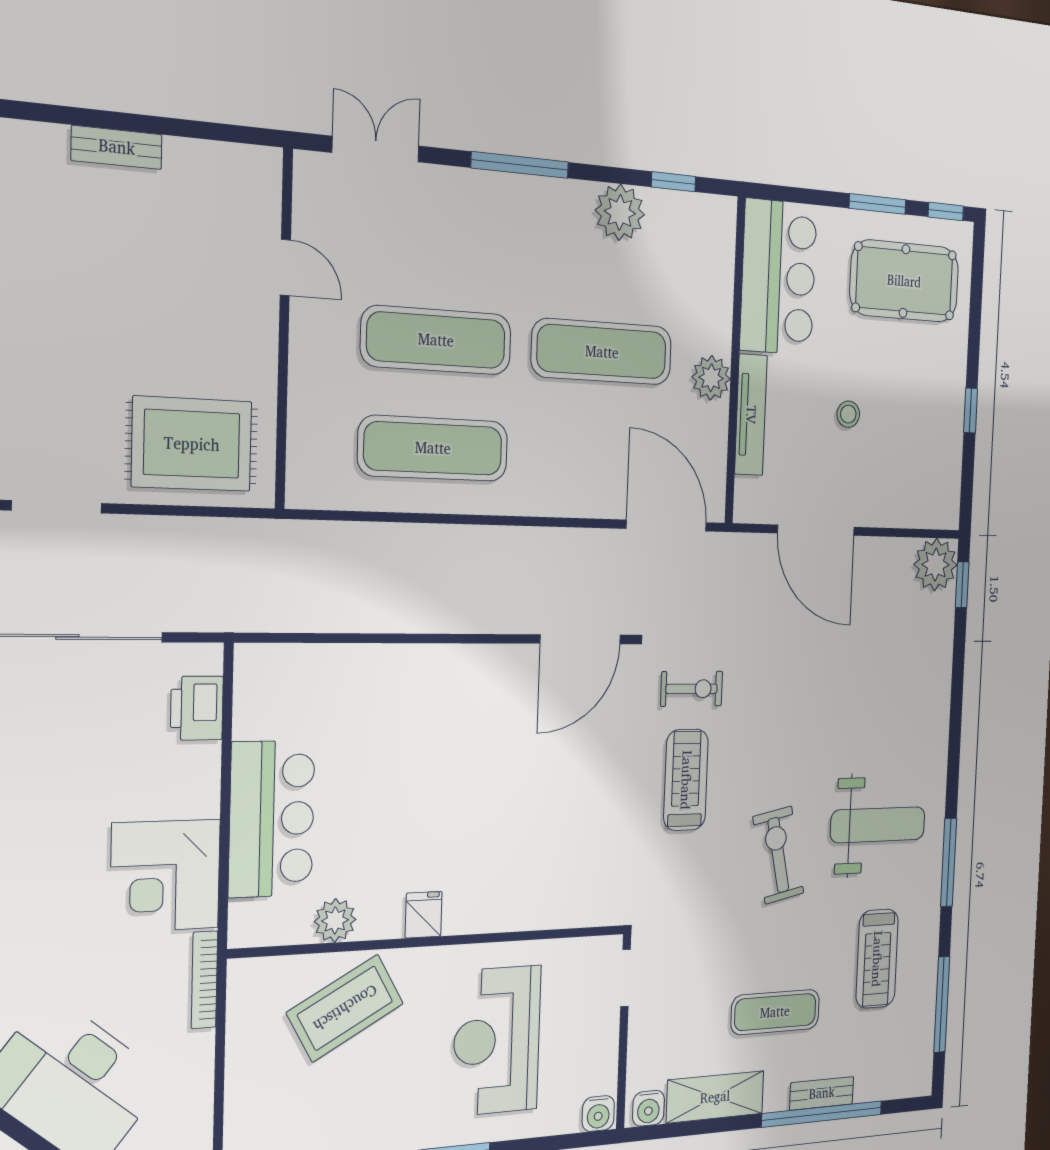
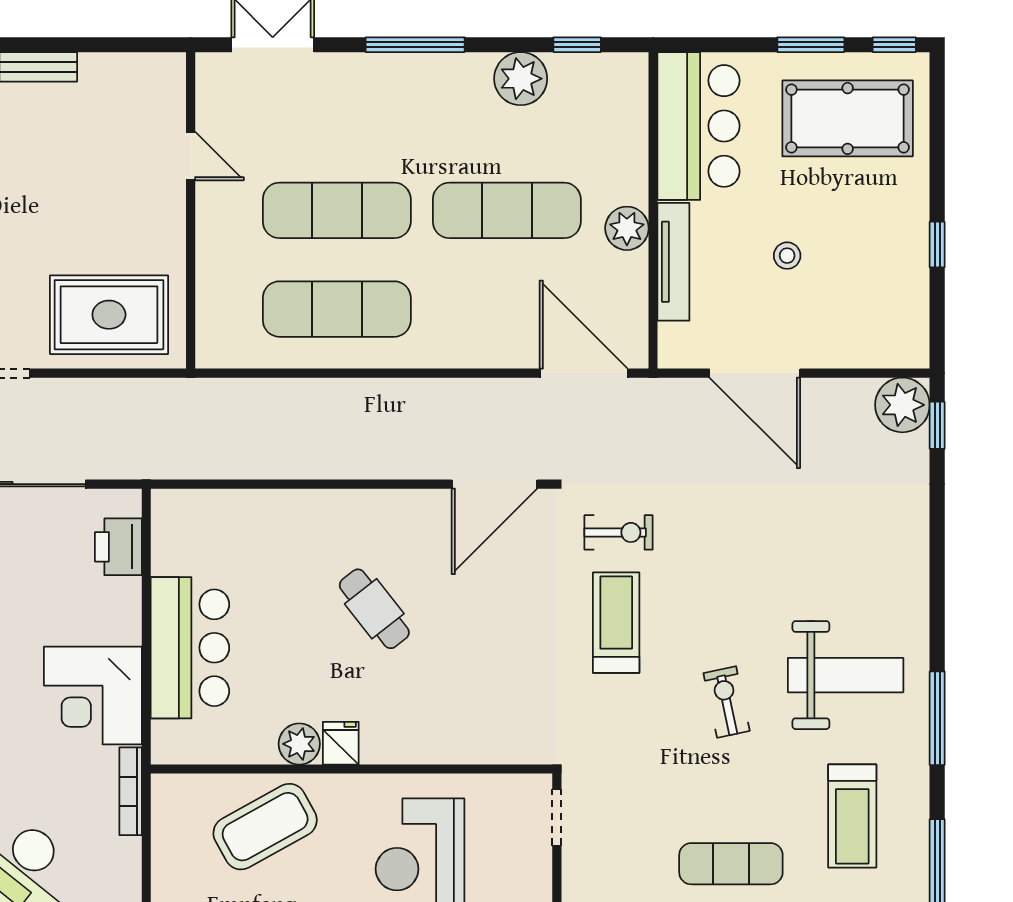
cafe table: (461, 771) -> (374, 609), added
exercise bike: (778, 855) -> (727, 702), width x0.73, depth x0.72
plant: (335, 920) -> (299, 744), moved

